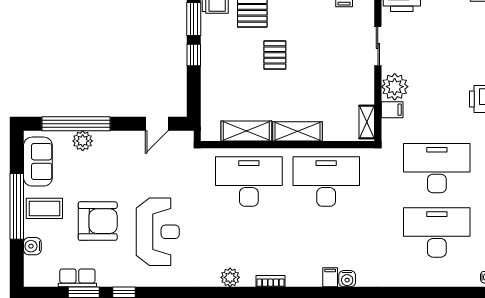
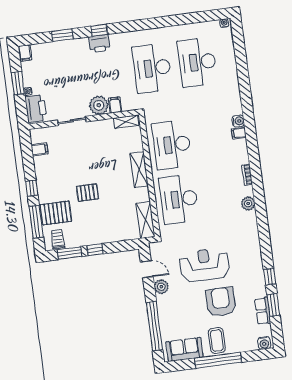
shelving: (246, 131) -> (146, 220), moved
plant: (83, 141) -> (161, 287), moved
reception desk: (158, 232) -> (205, 265), moved
water cooler: (32, 246) -> (264, 343), moved

